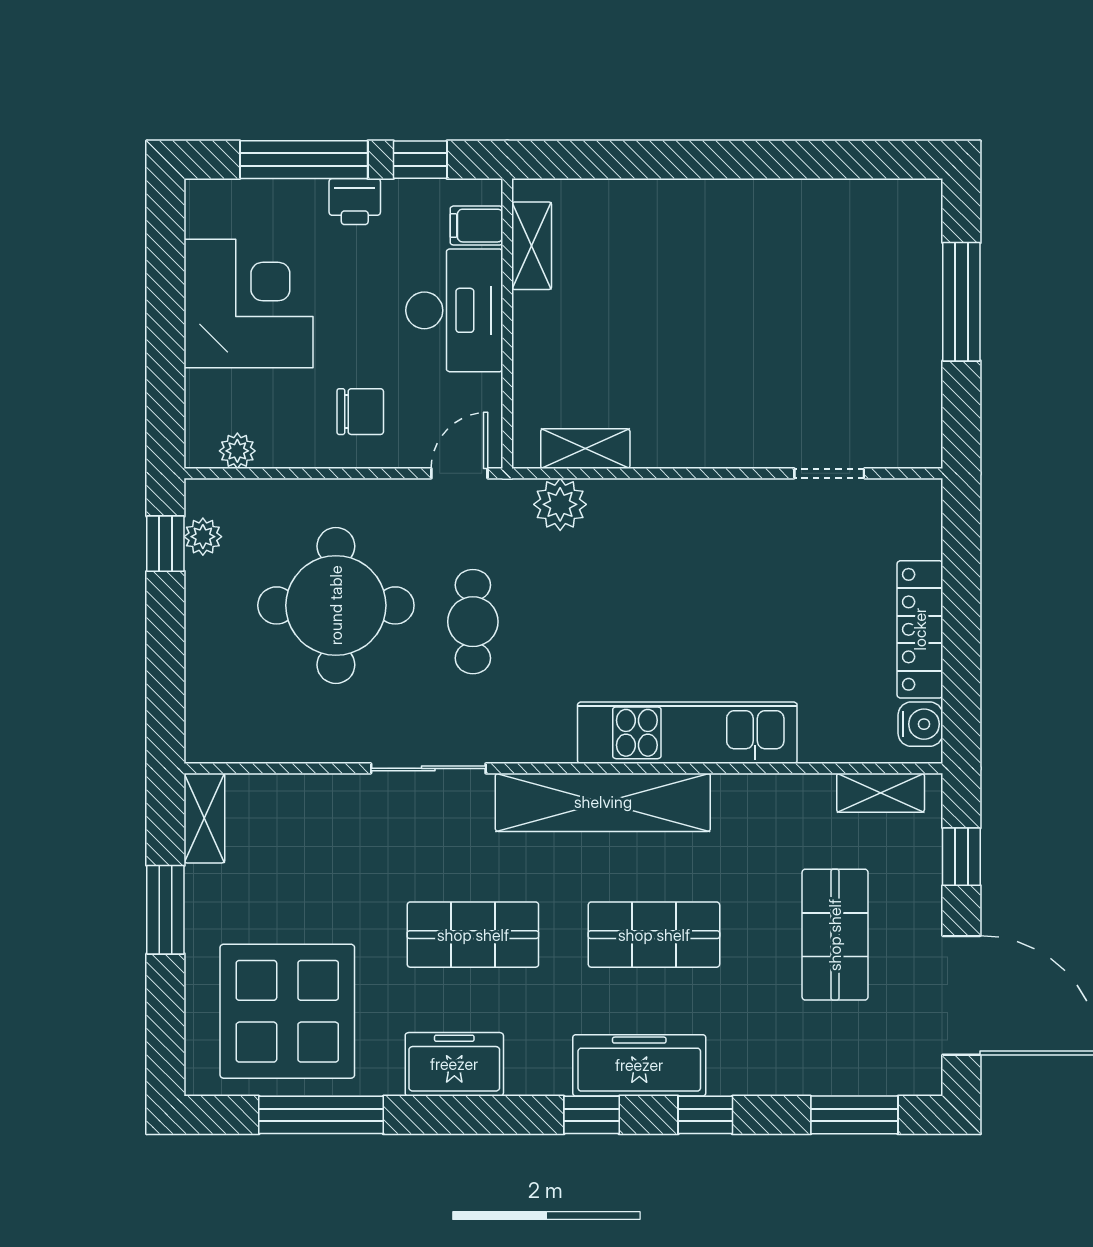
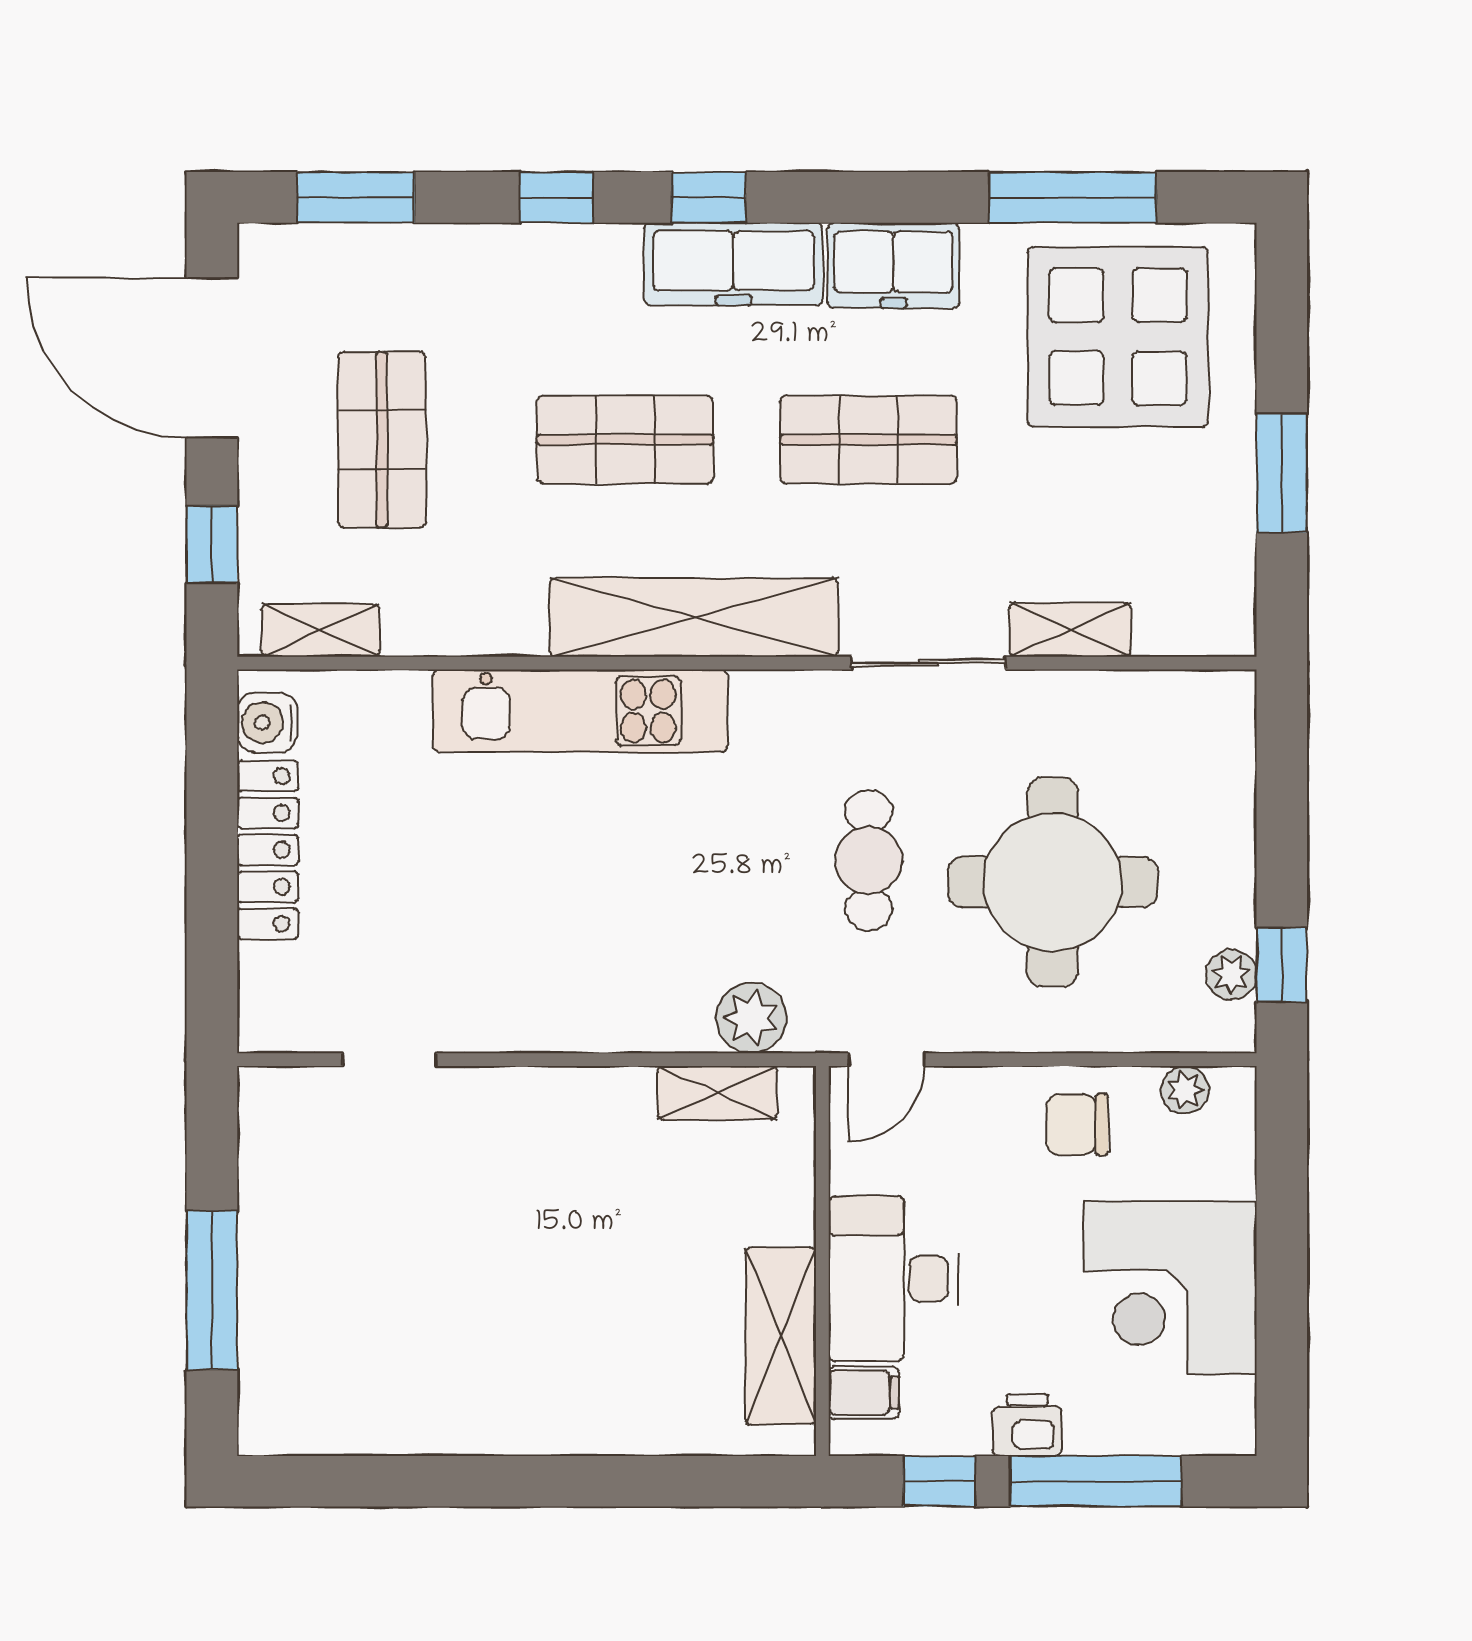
shelving: (532, 246) -> (781, 1336), width x1.50, depth x1.33
chair: (360, 412) -> (1077, 1125), moved
shelving: (204, 818) -> (1070, 630), moved, turned 90
freezer: (639, 1065) -> (733, 264), moved

